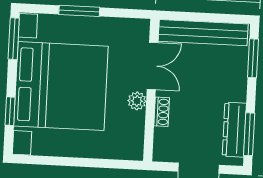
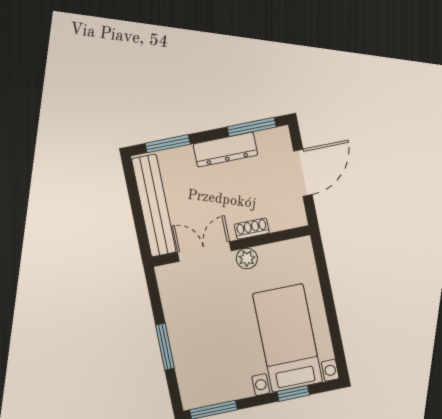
bed with nightstands: (61, 86) -> (288, 338), width x0.54
dresser: (234, 130) -> (225, 150), moved

